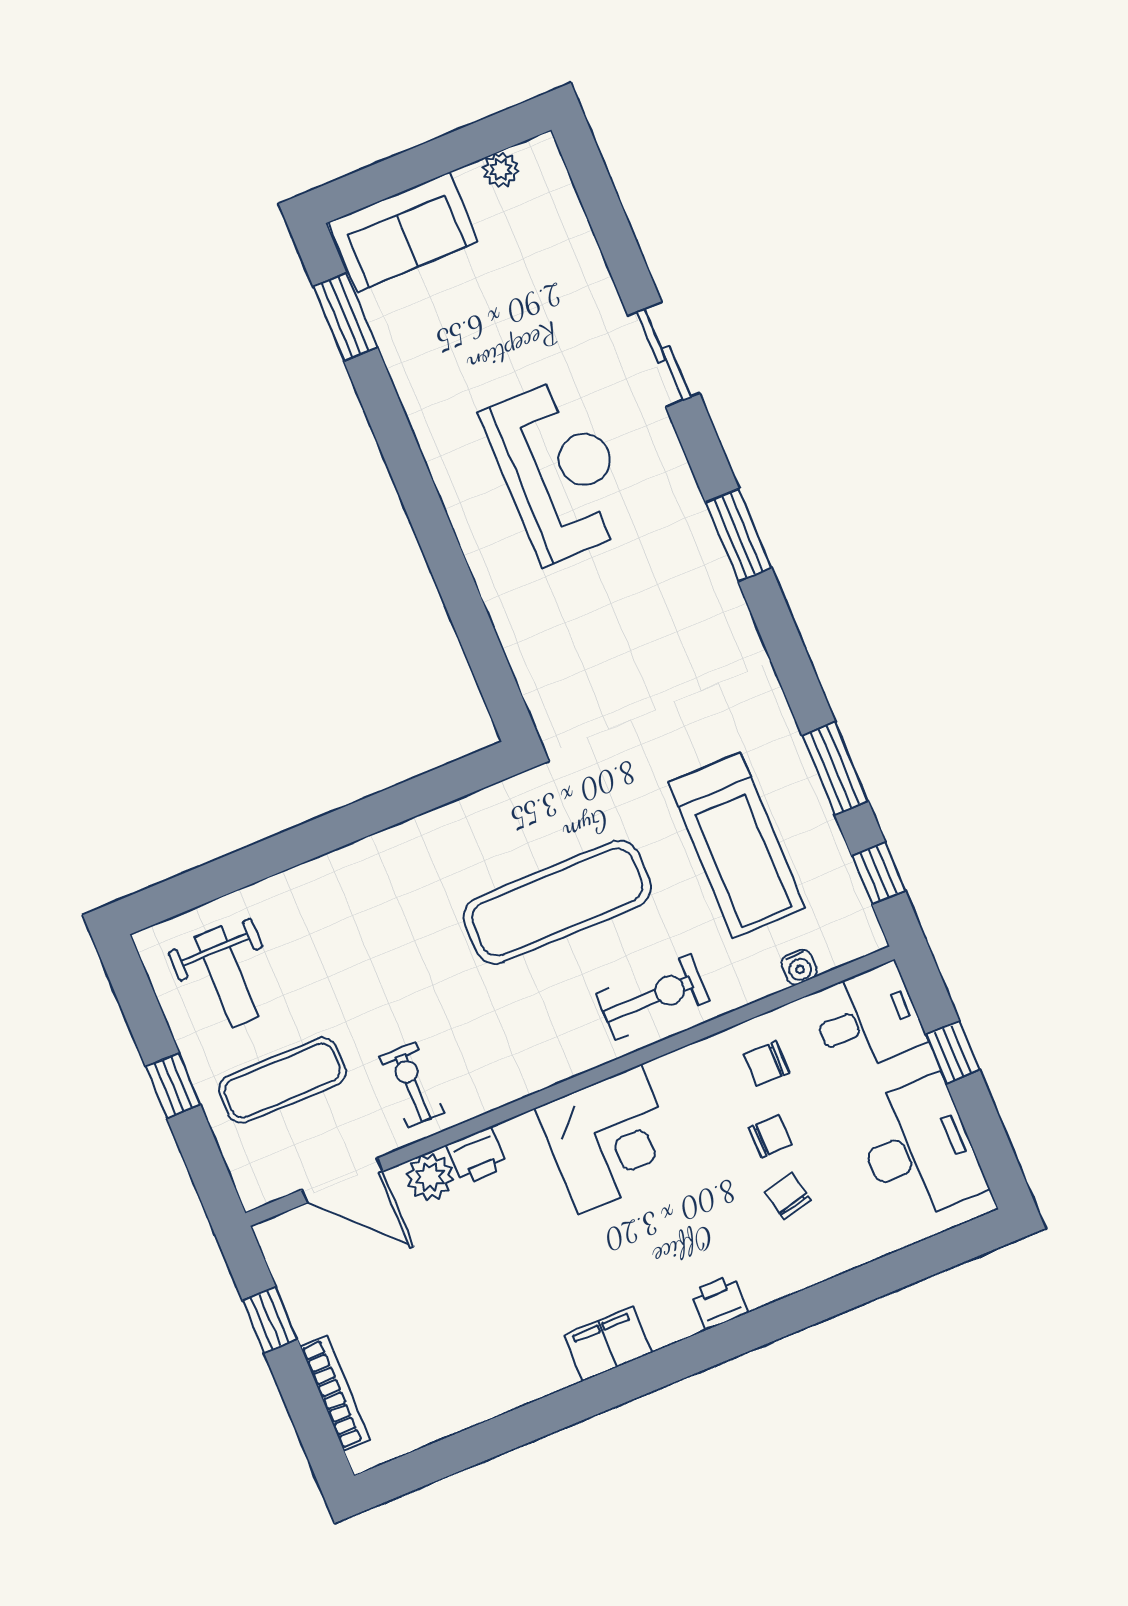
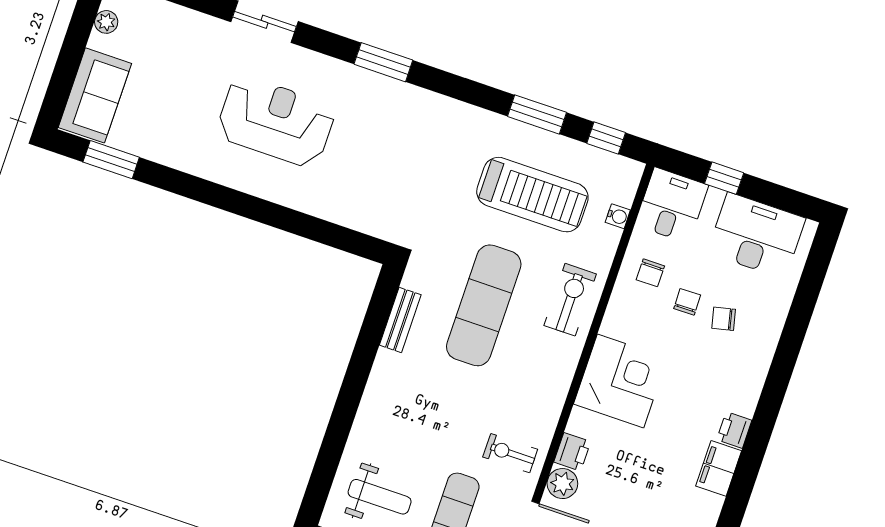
bench: (454, 819) -> (400, 320), added
printer: (719, 1302) -> (734, 430), moved

